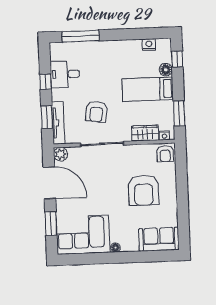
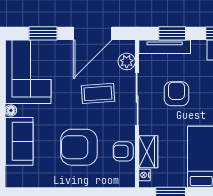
armchair: (96, 112) -> (176, 94), turned 82
plant: (61, 154) -> (127, 62), moved
armchair: (165, 154) -> (123, 151), moved
coffee table: (99, 176) -> (98, 93), added
sofa: (159, 239) -> (19, 141), moved

